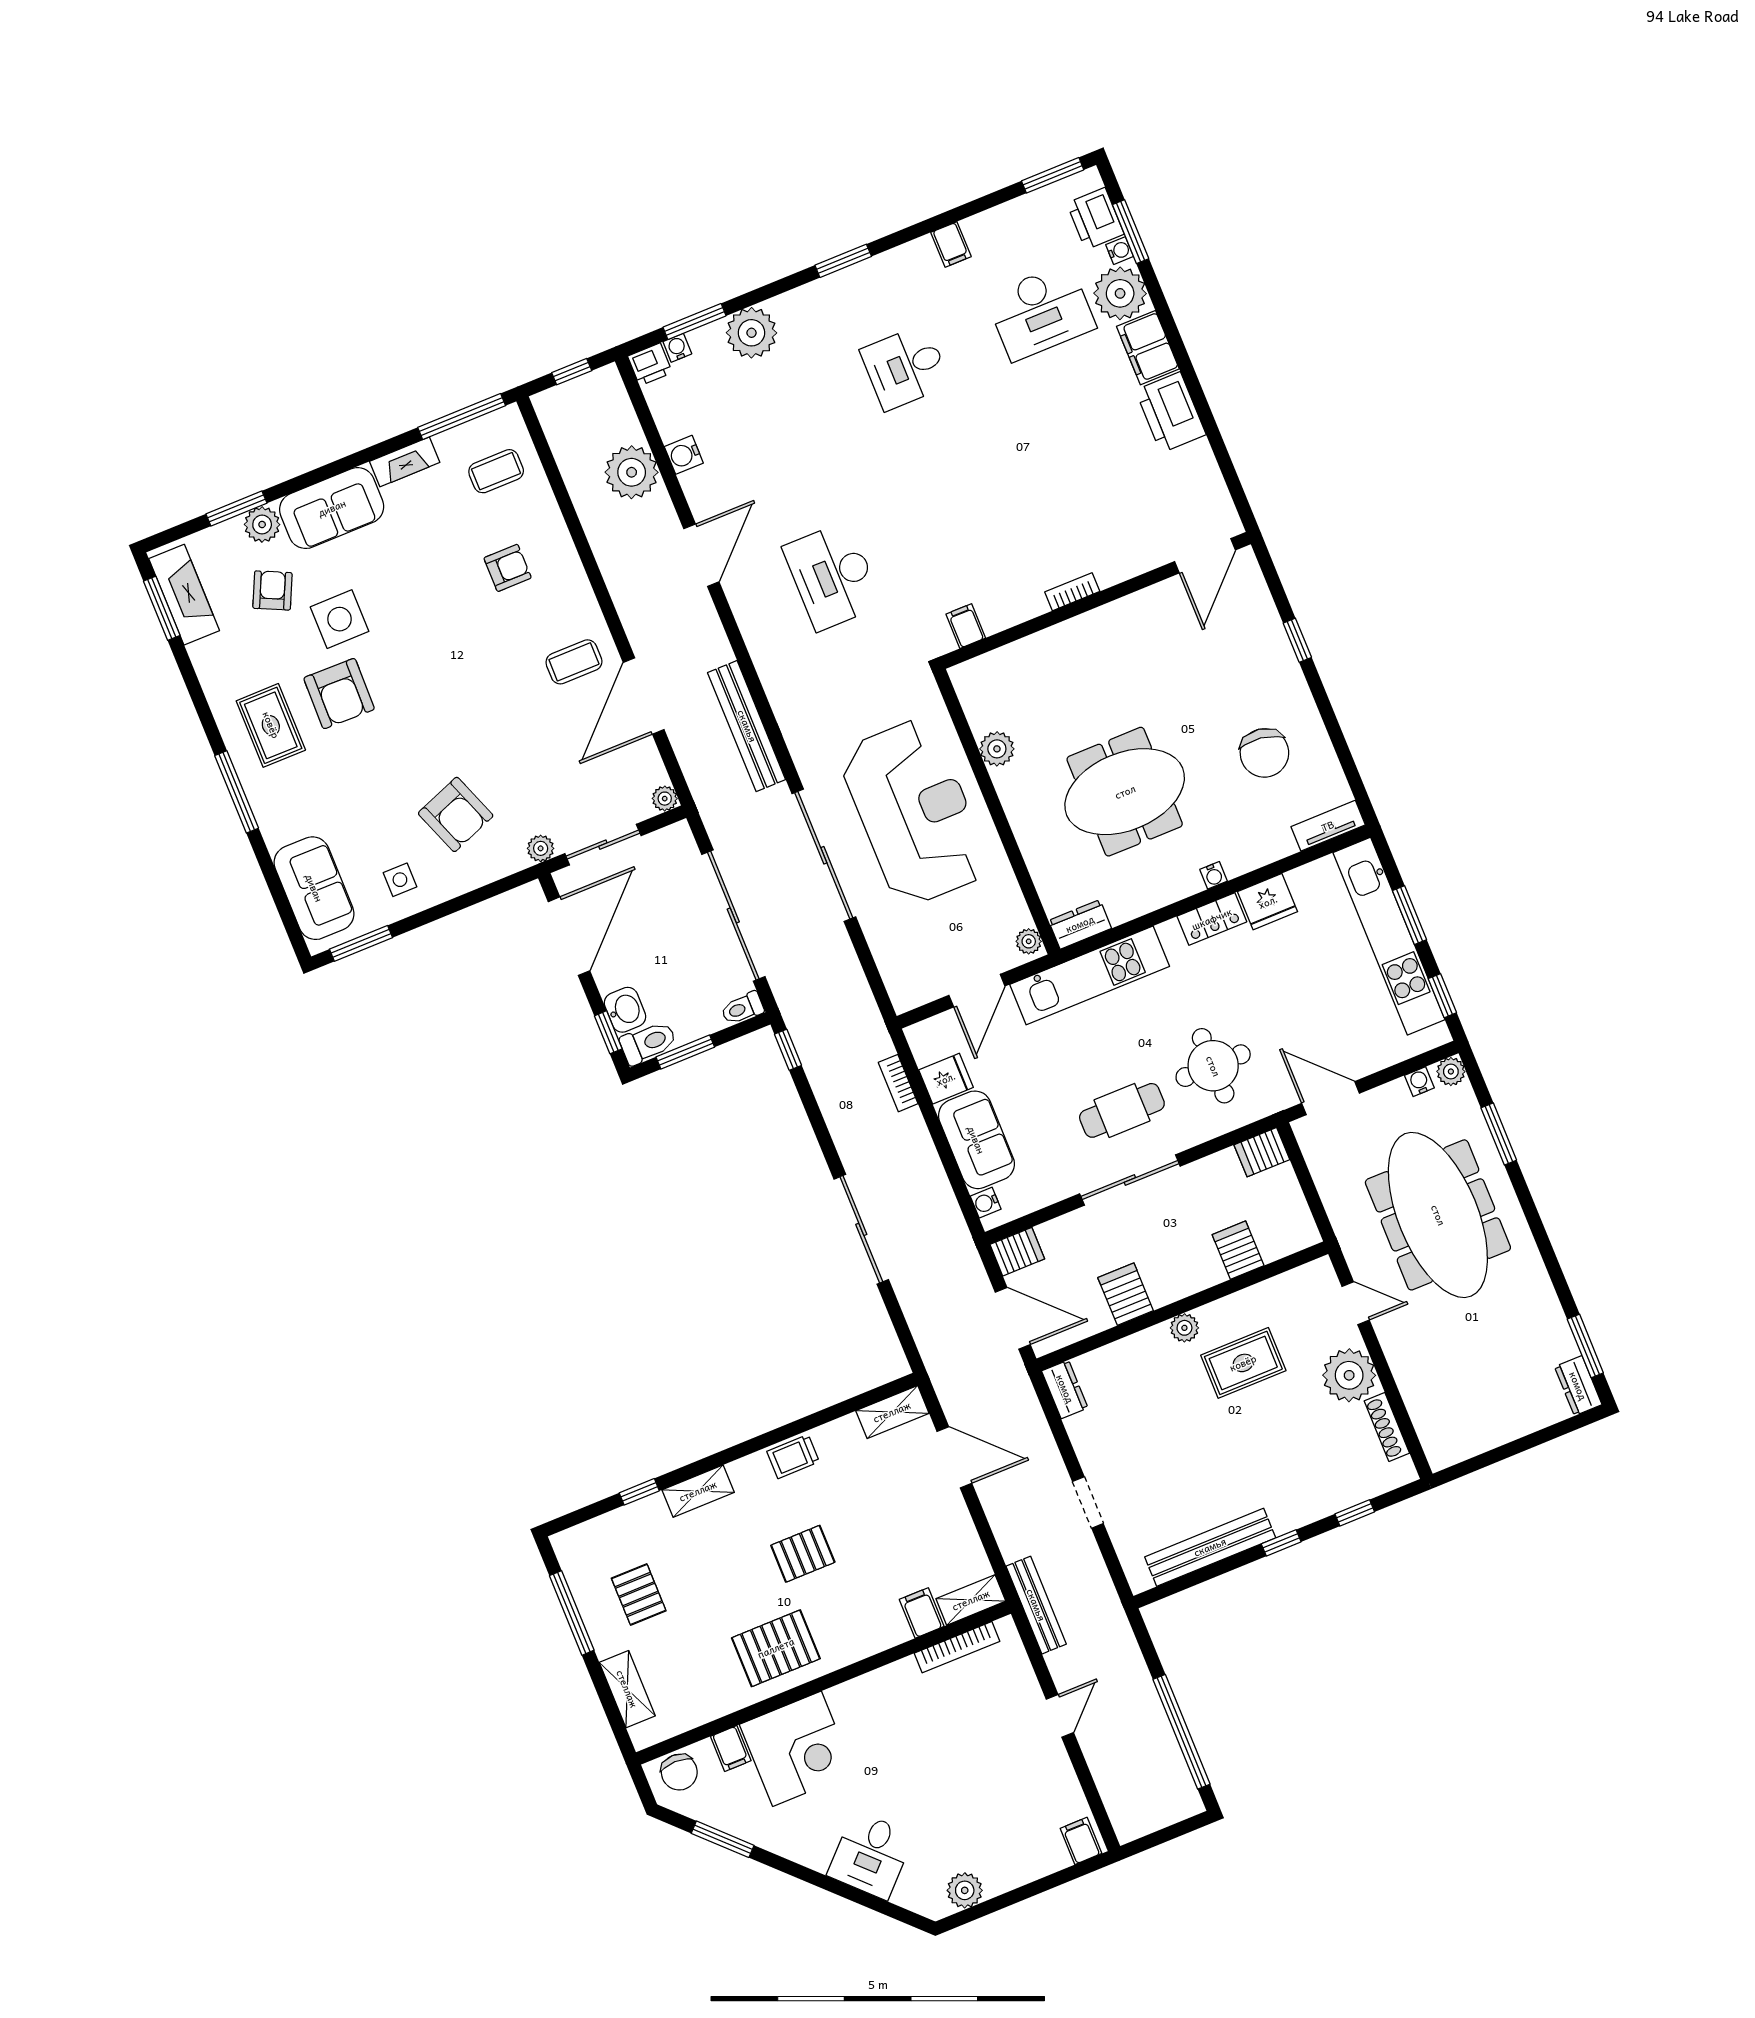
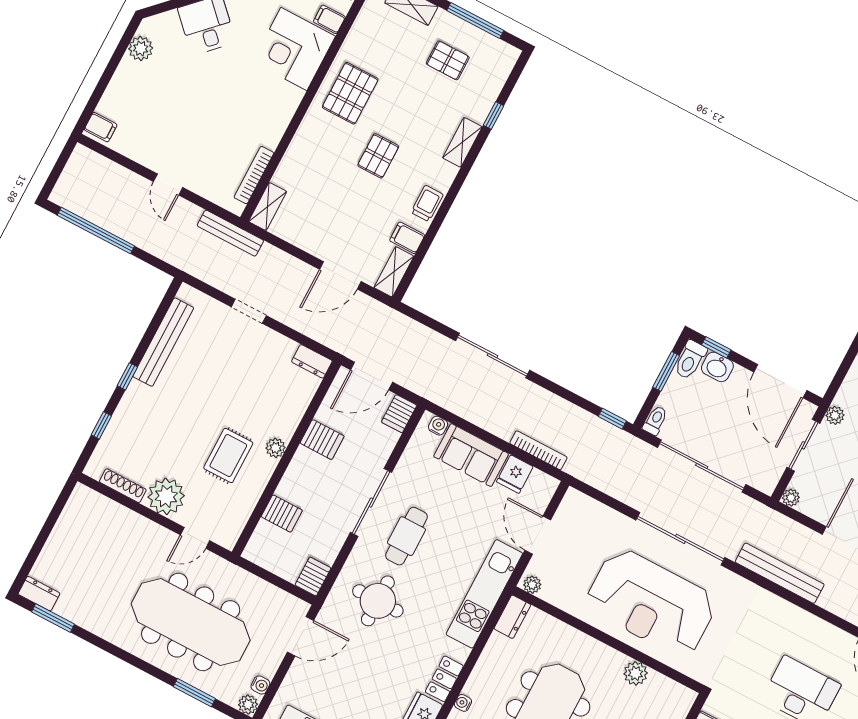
bookcase: (898, 1083) -> (538, 450), width x1.56
filing cabinet: (922, 1613) -> (407, 238), moved, turned 180

